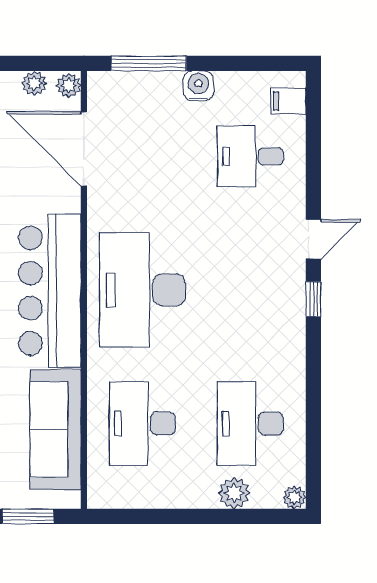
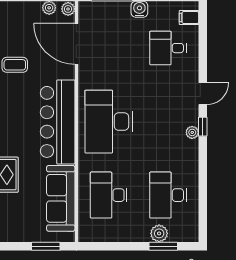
plant: (294, 497) -> (192, 132), moved
window: (242, 516) -> (163, 246), added

